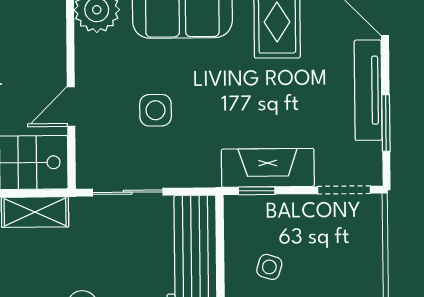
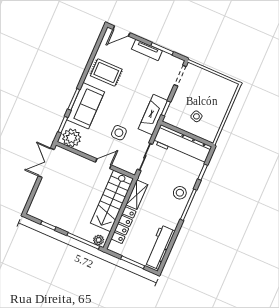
tv unit: (368, 90) -> (147, 50), width x0.71
door: (71, 106) -> (103, 164), swing flipped
fireplace: (268, 168) -> (153, 115), moved

